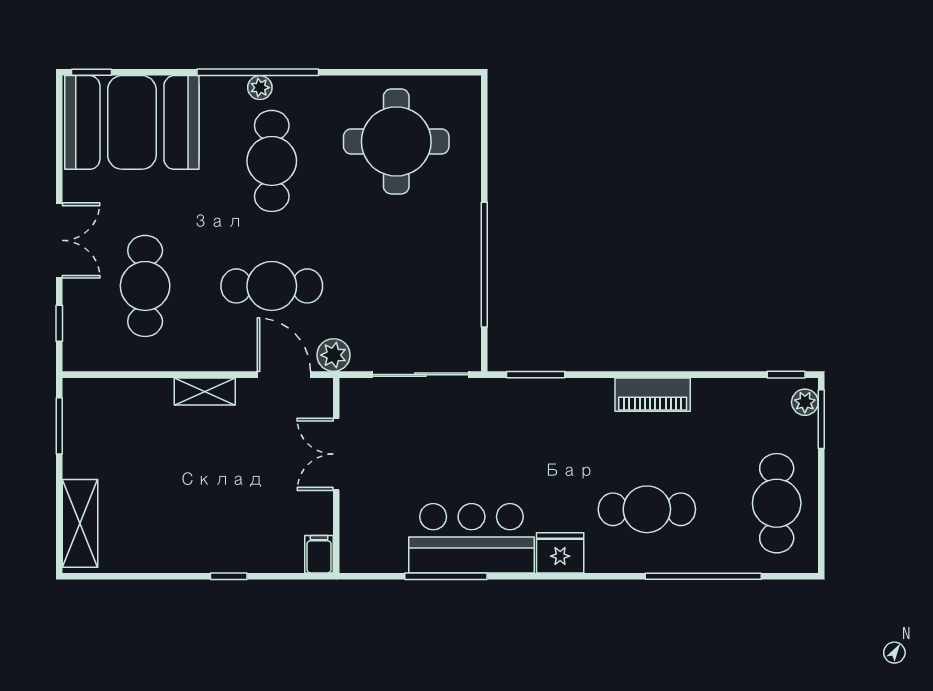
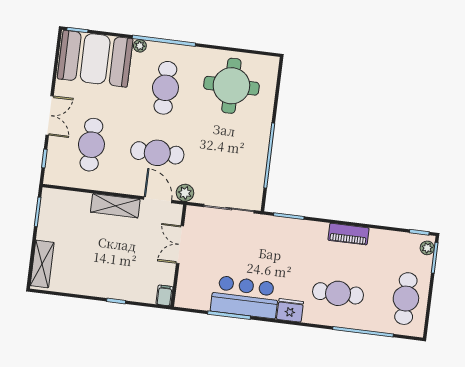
plant: (260, 88) -> (140, 46), moved
shelving: (205, 391) -> (115, 206), width x1.50, depth x1.33

